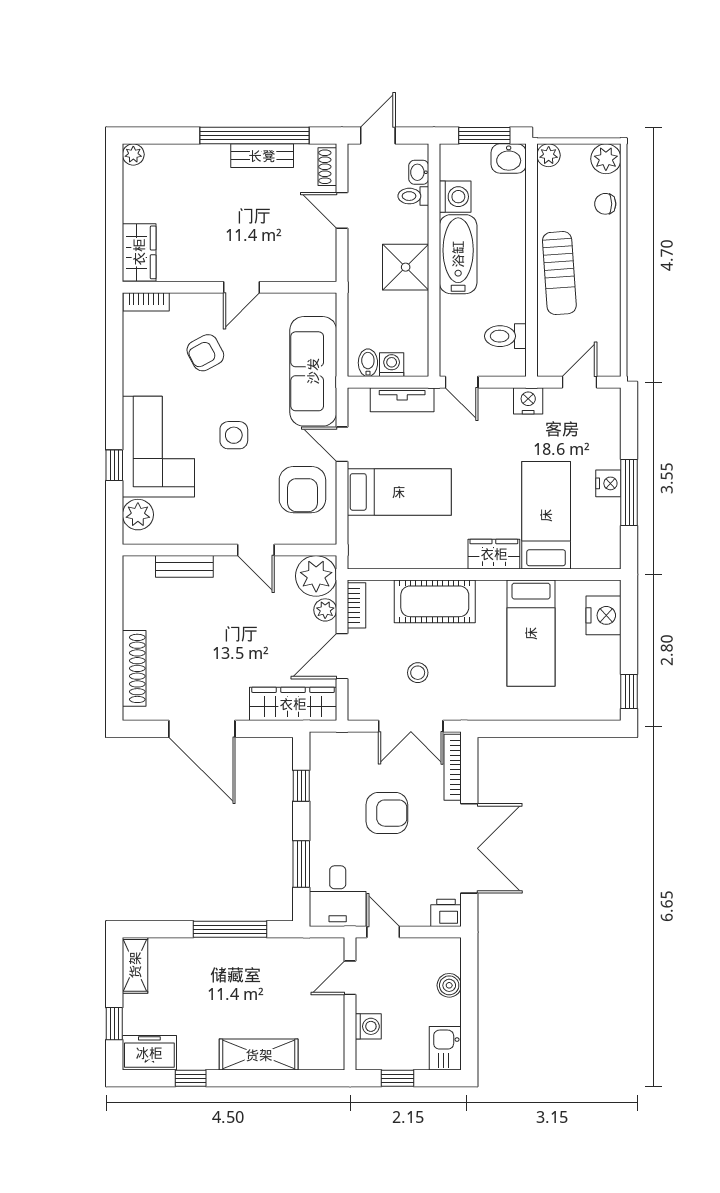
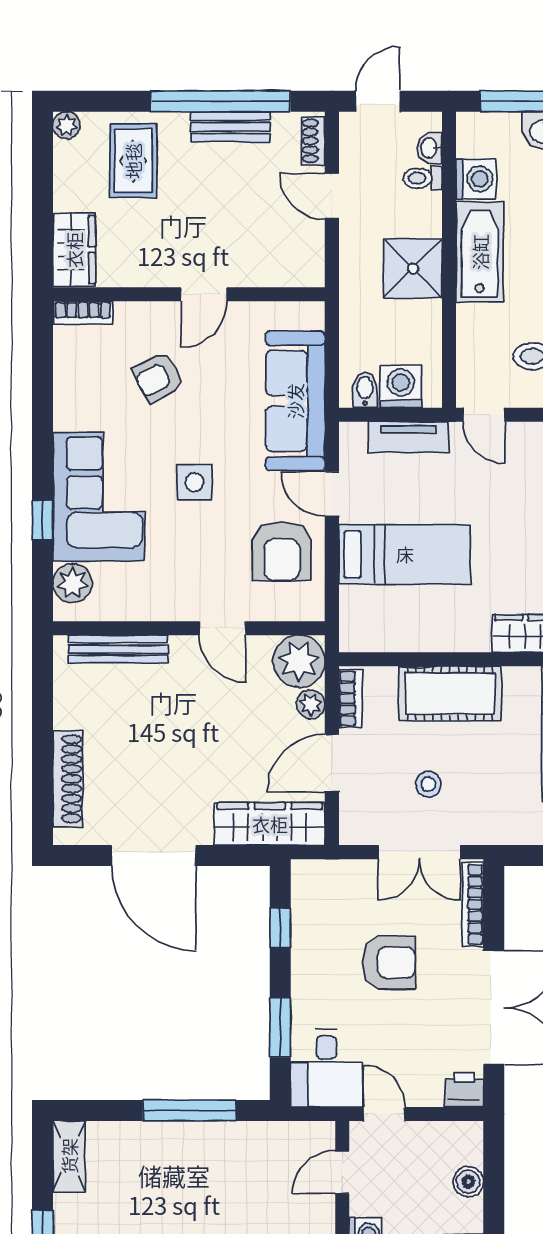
rug: (186, 182) -> (133, 161), added
washing machine: (392, 365) -> (401, 387), width x1.38, depth x1.38
bench: (184, 566) -> (118, 649), width x1.36

